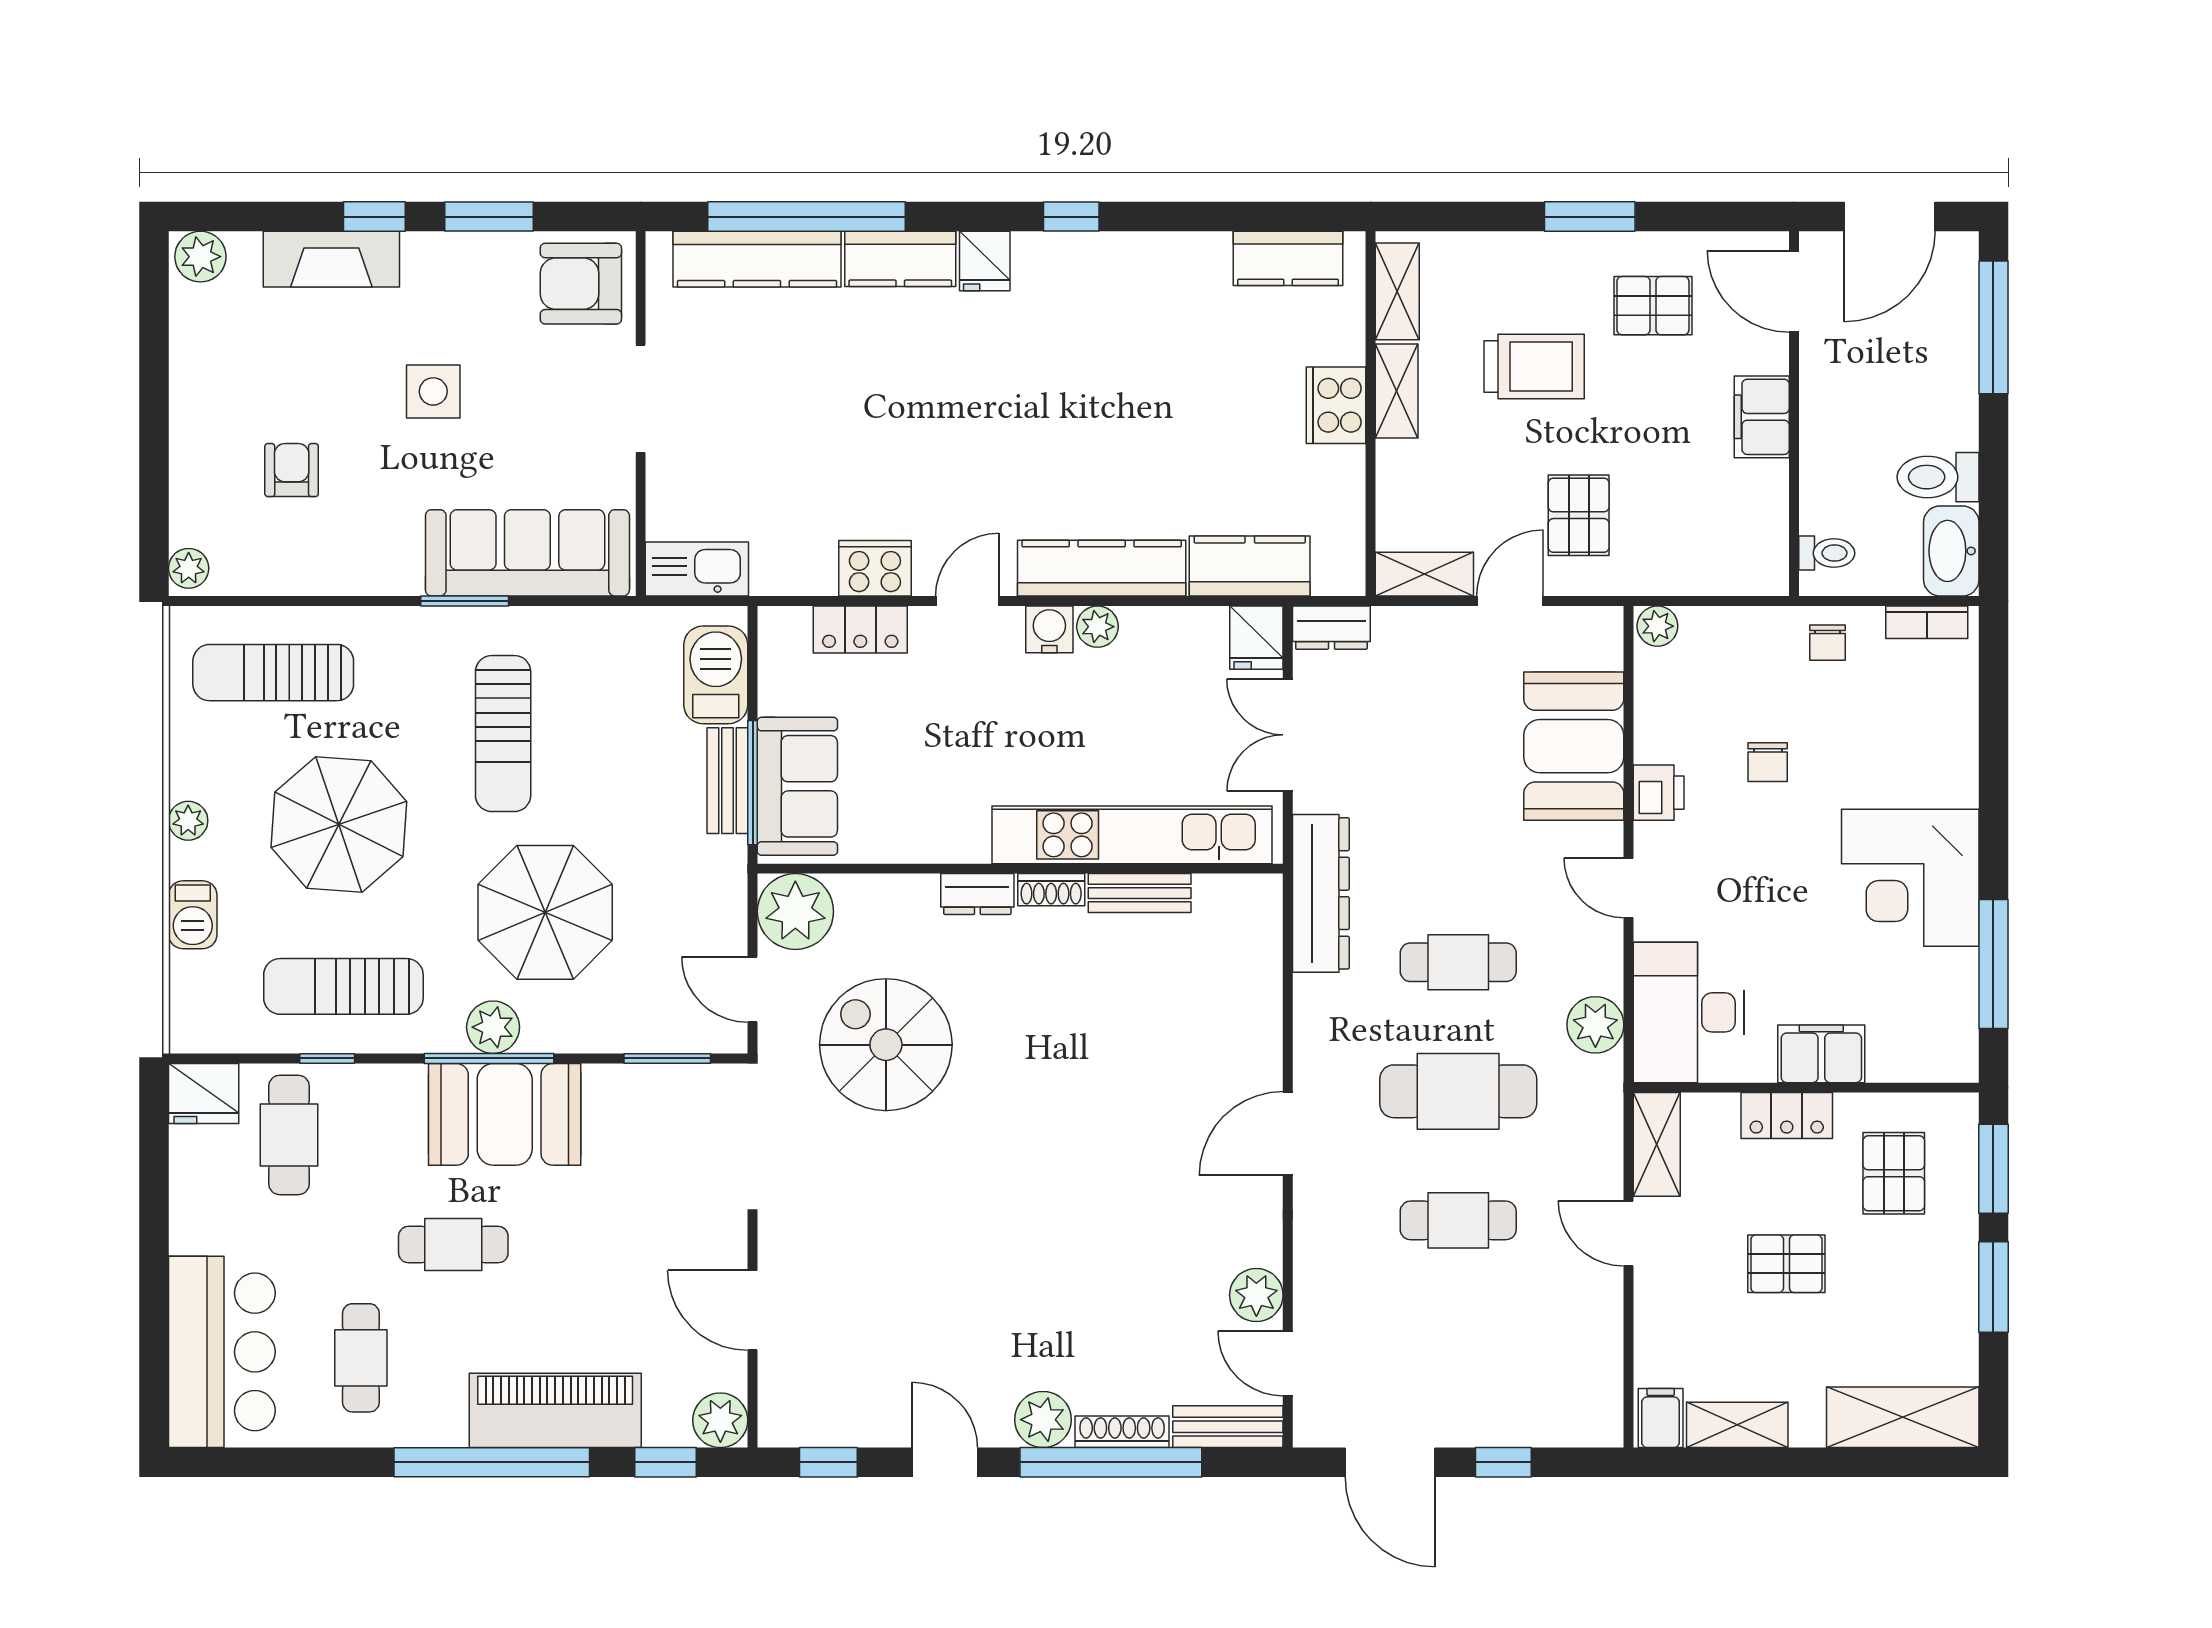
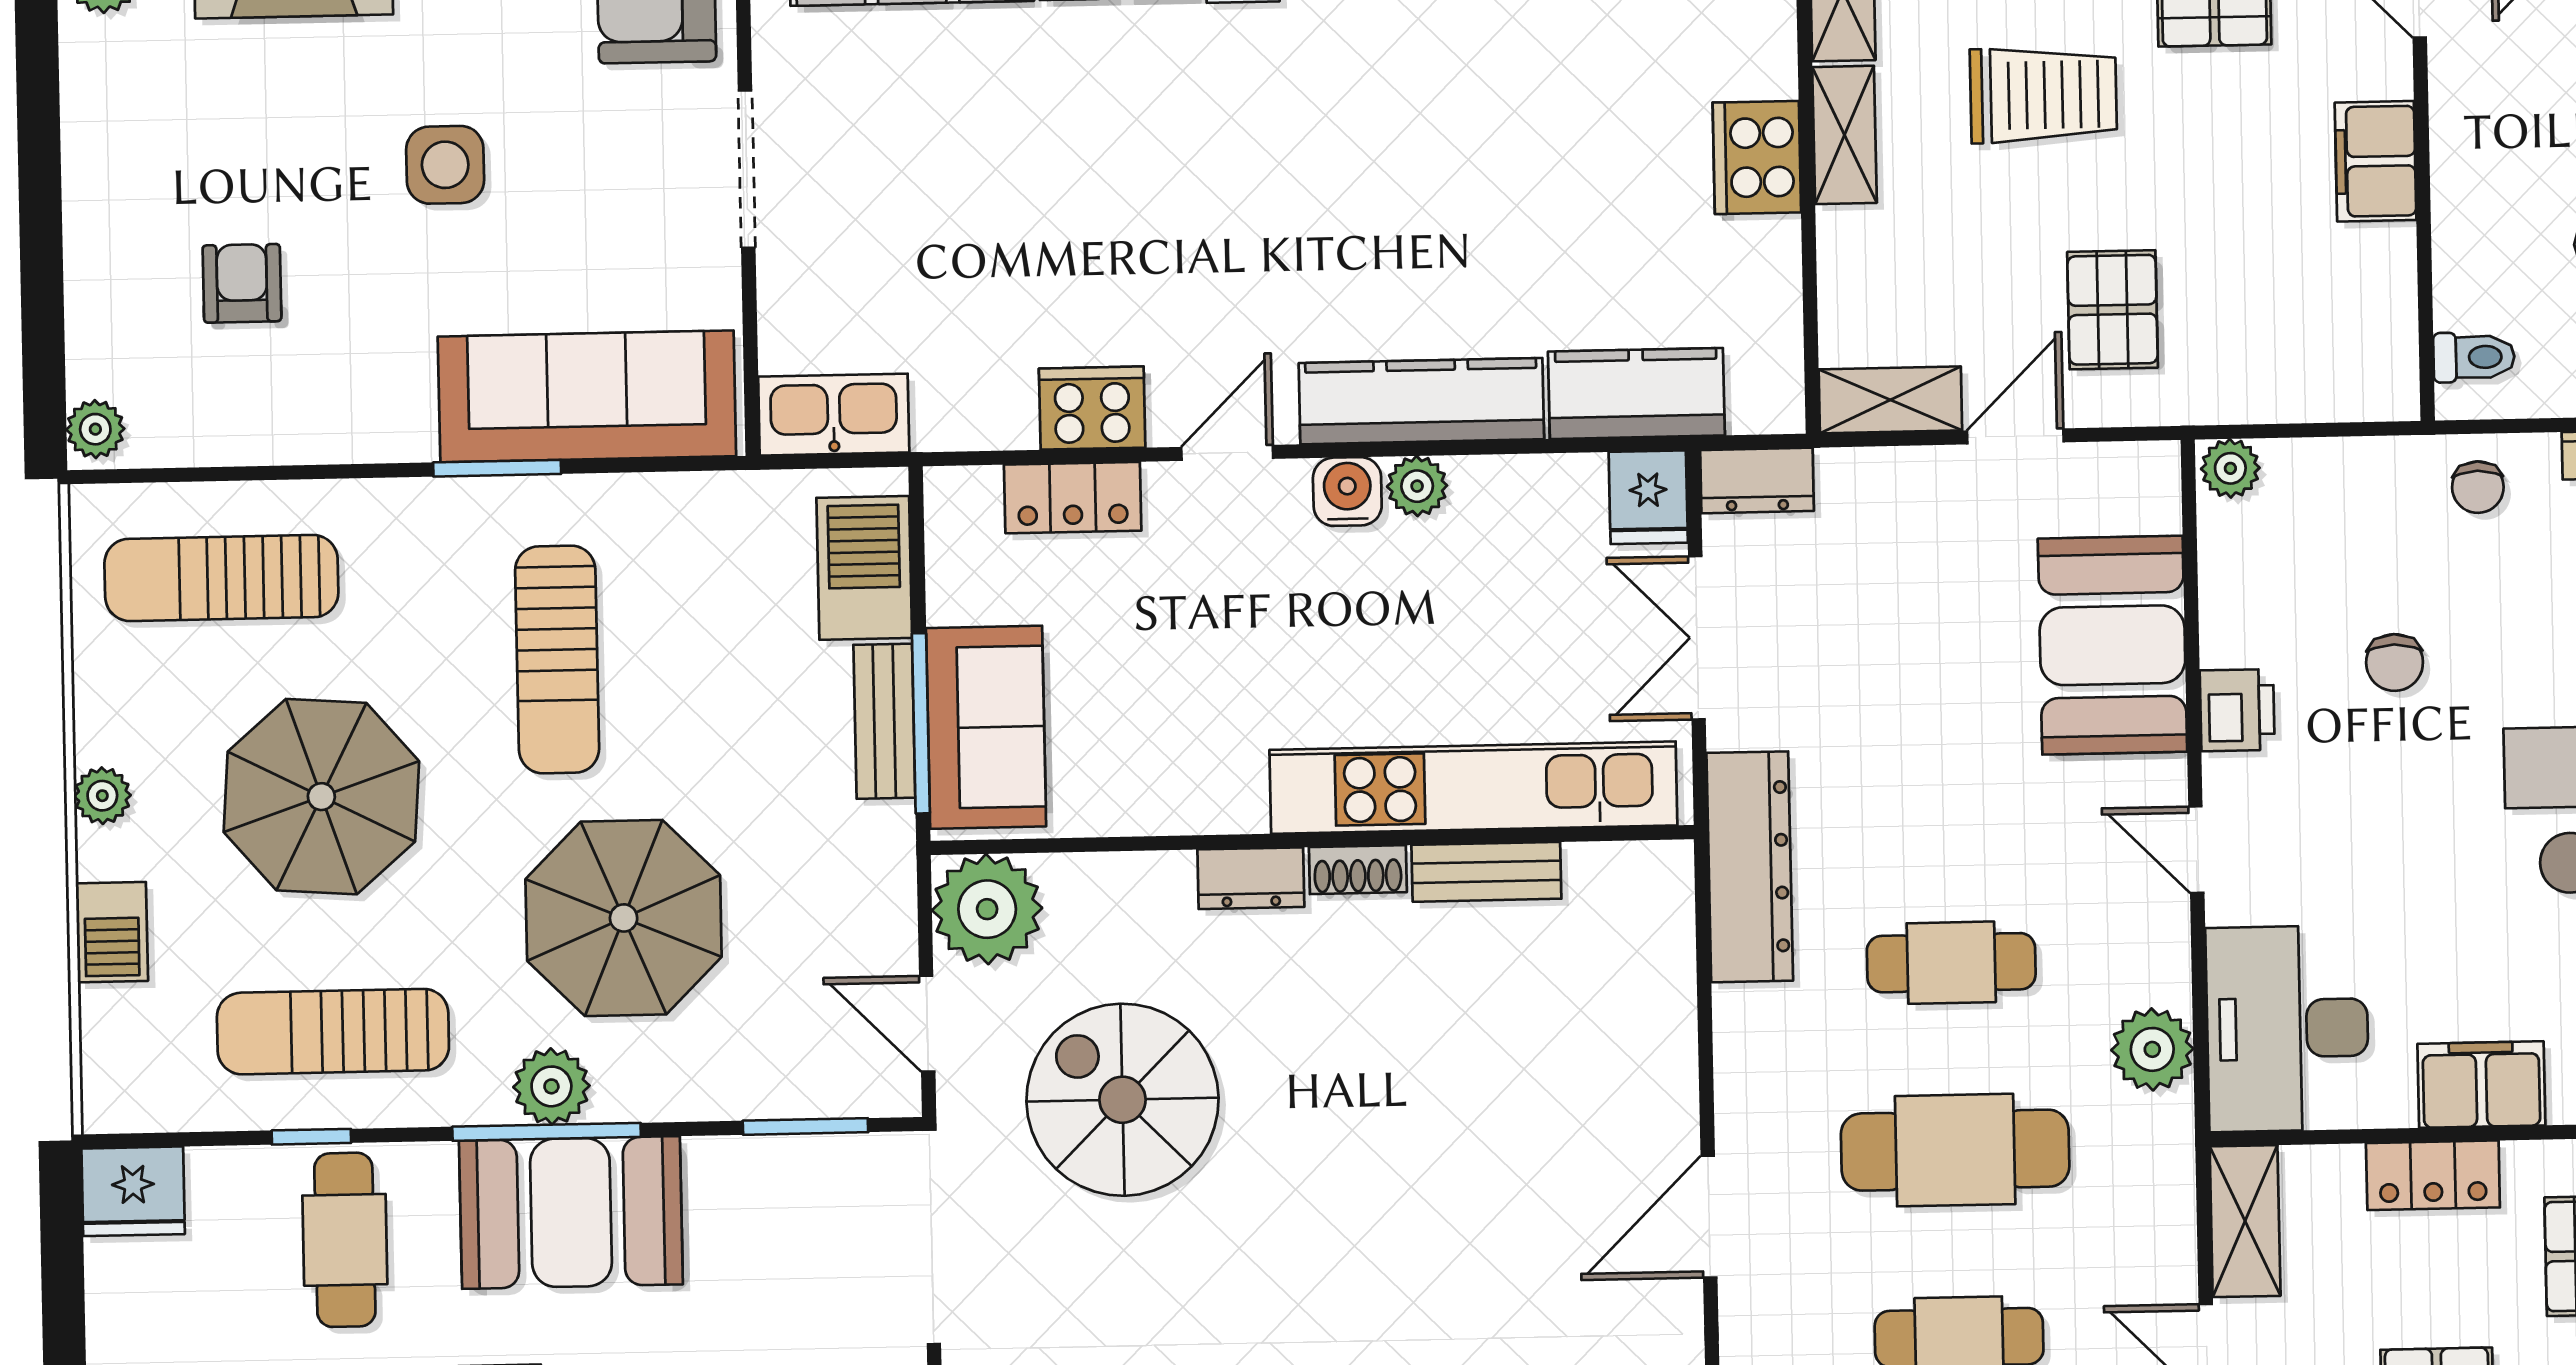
cafe table: (289, 1135) -> (345, 1240), moved

